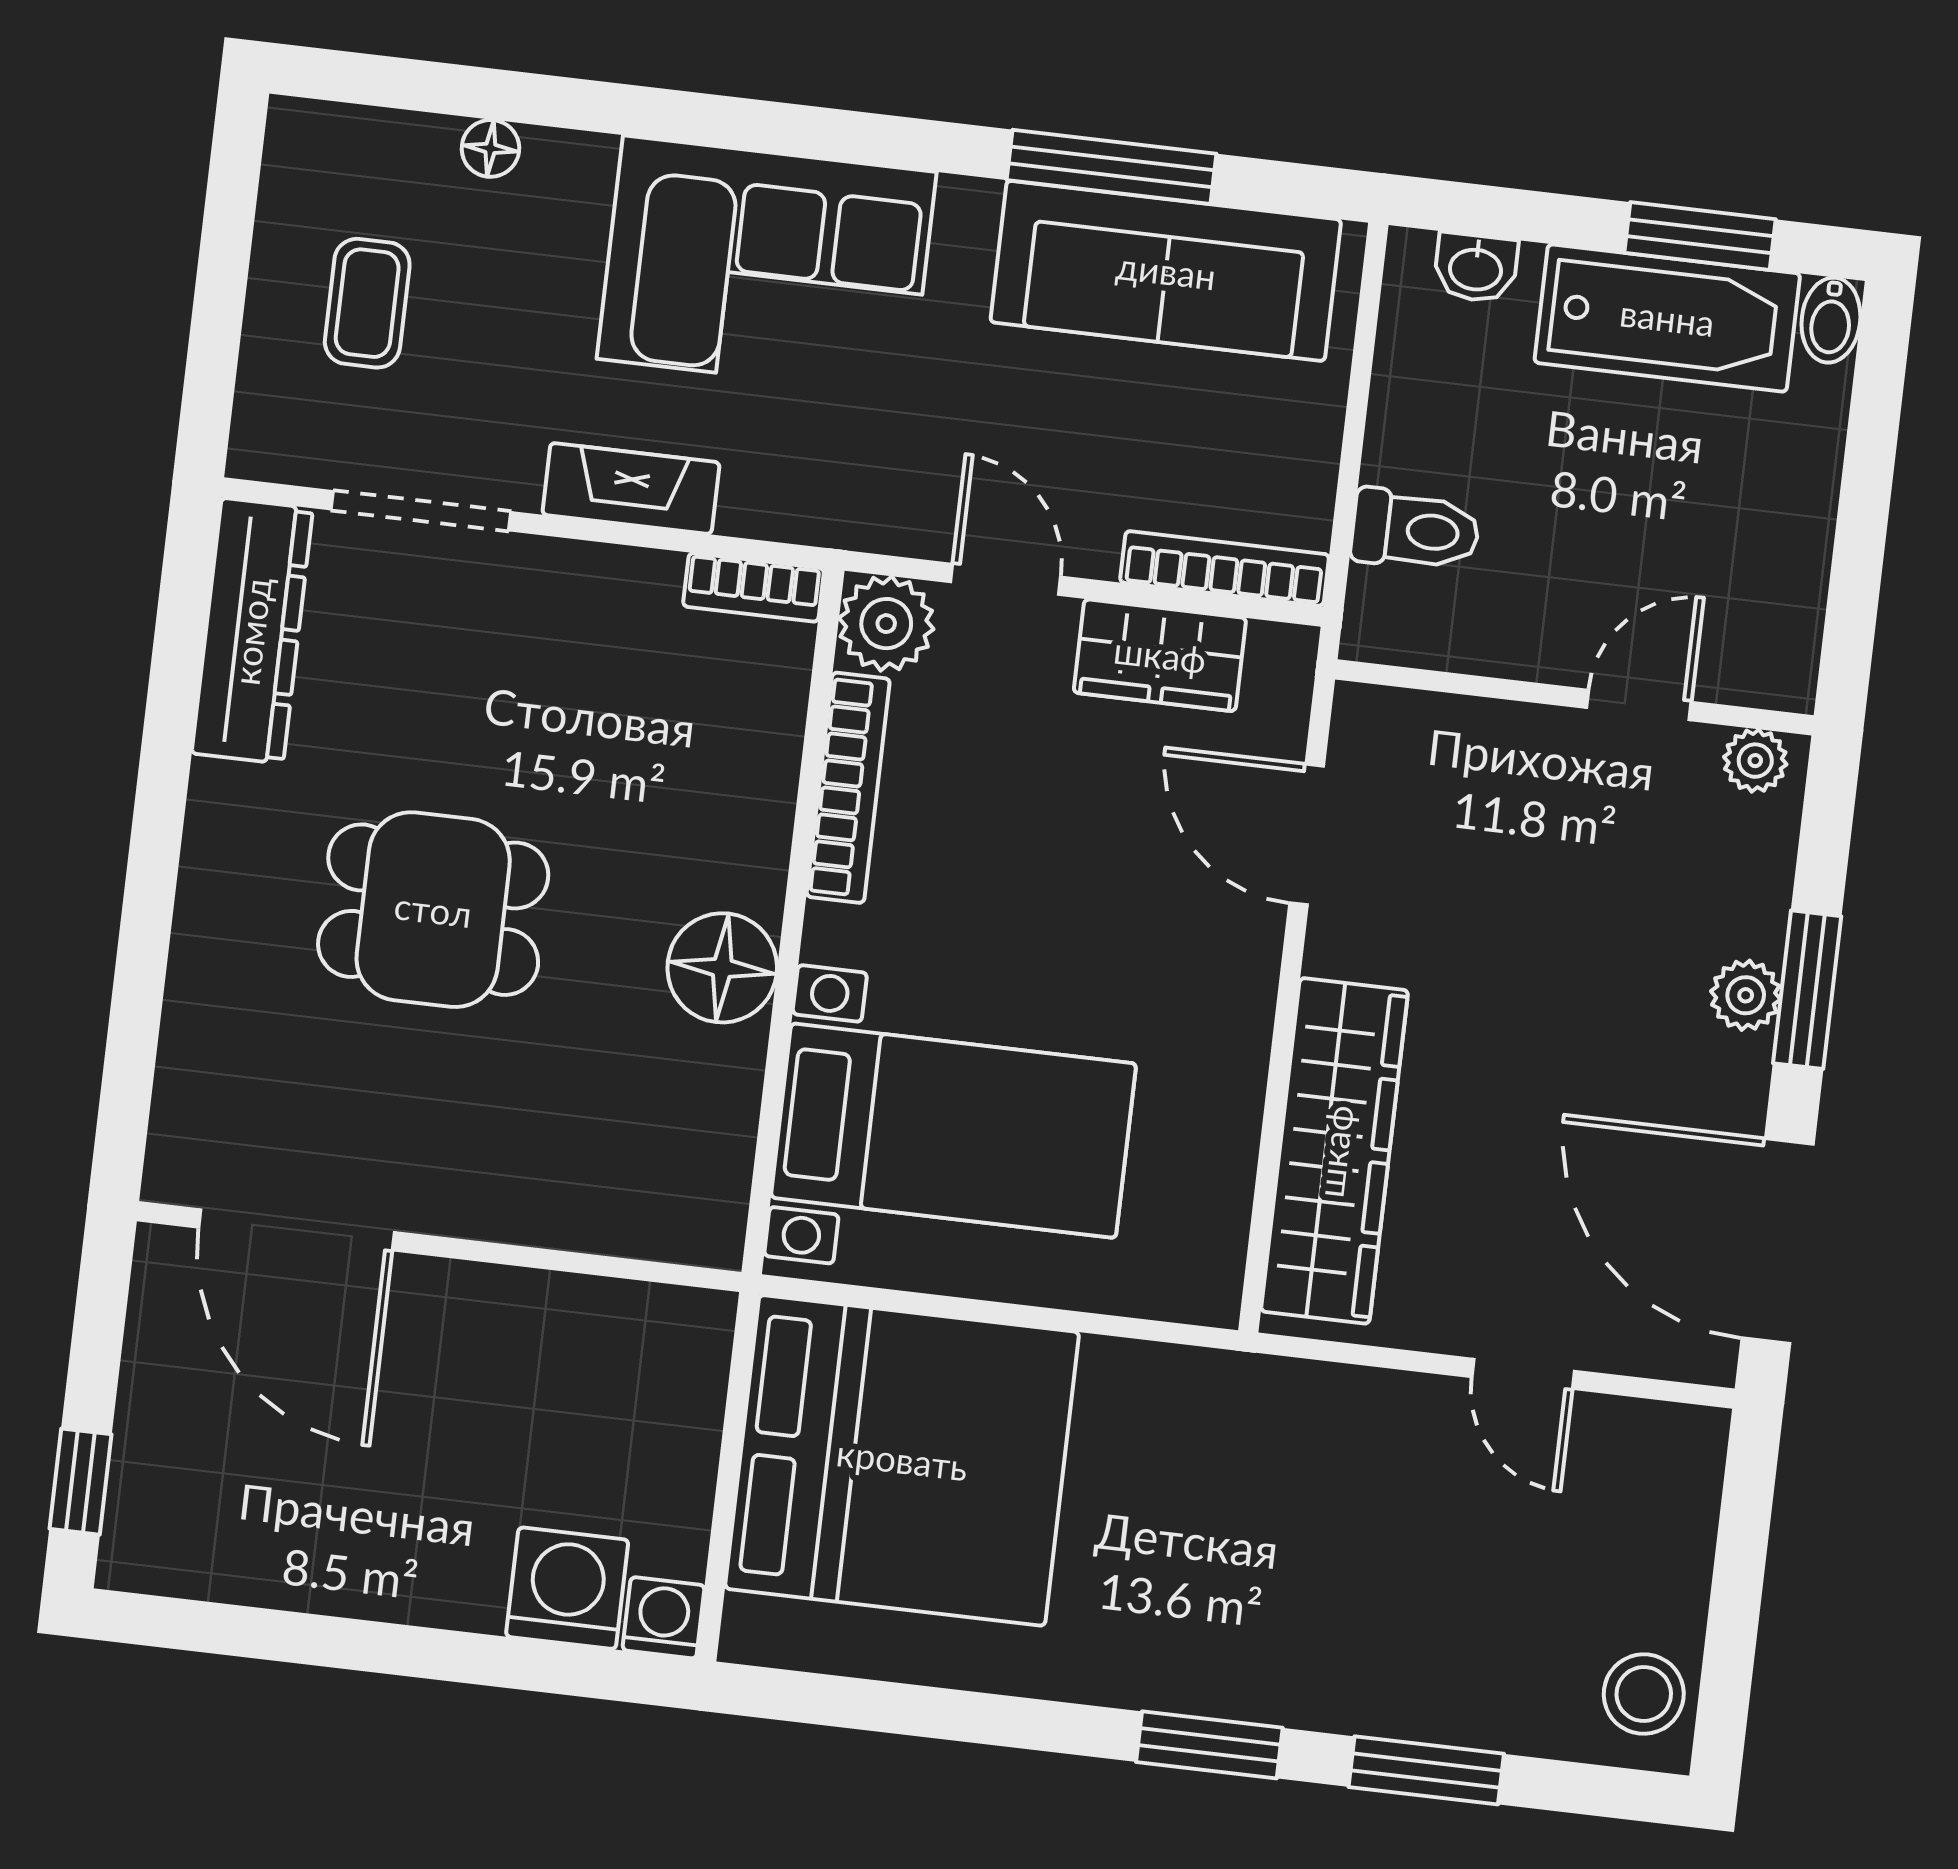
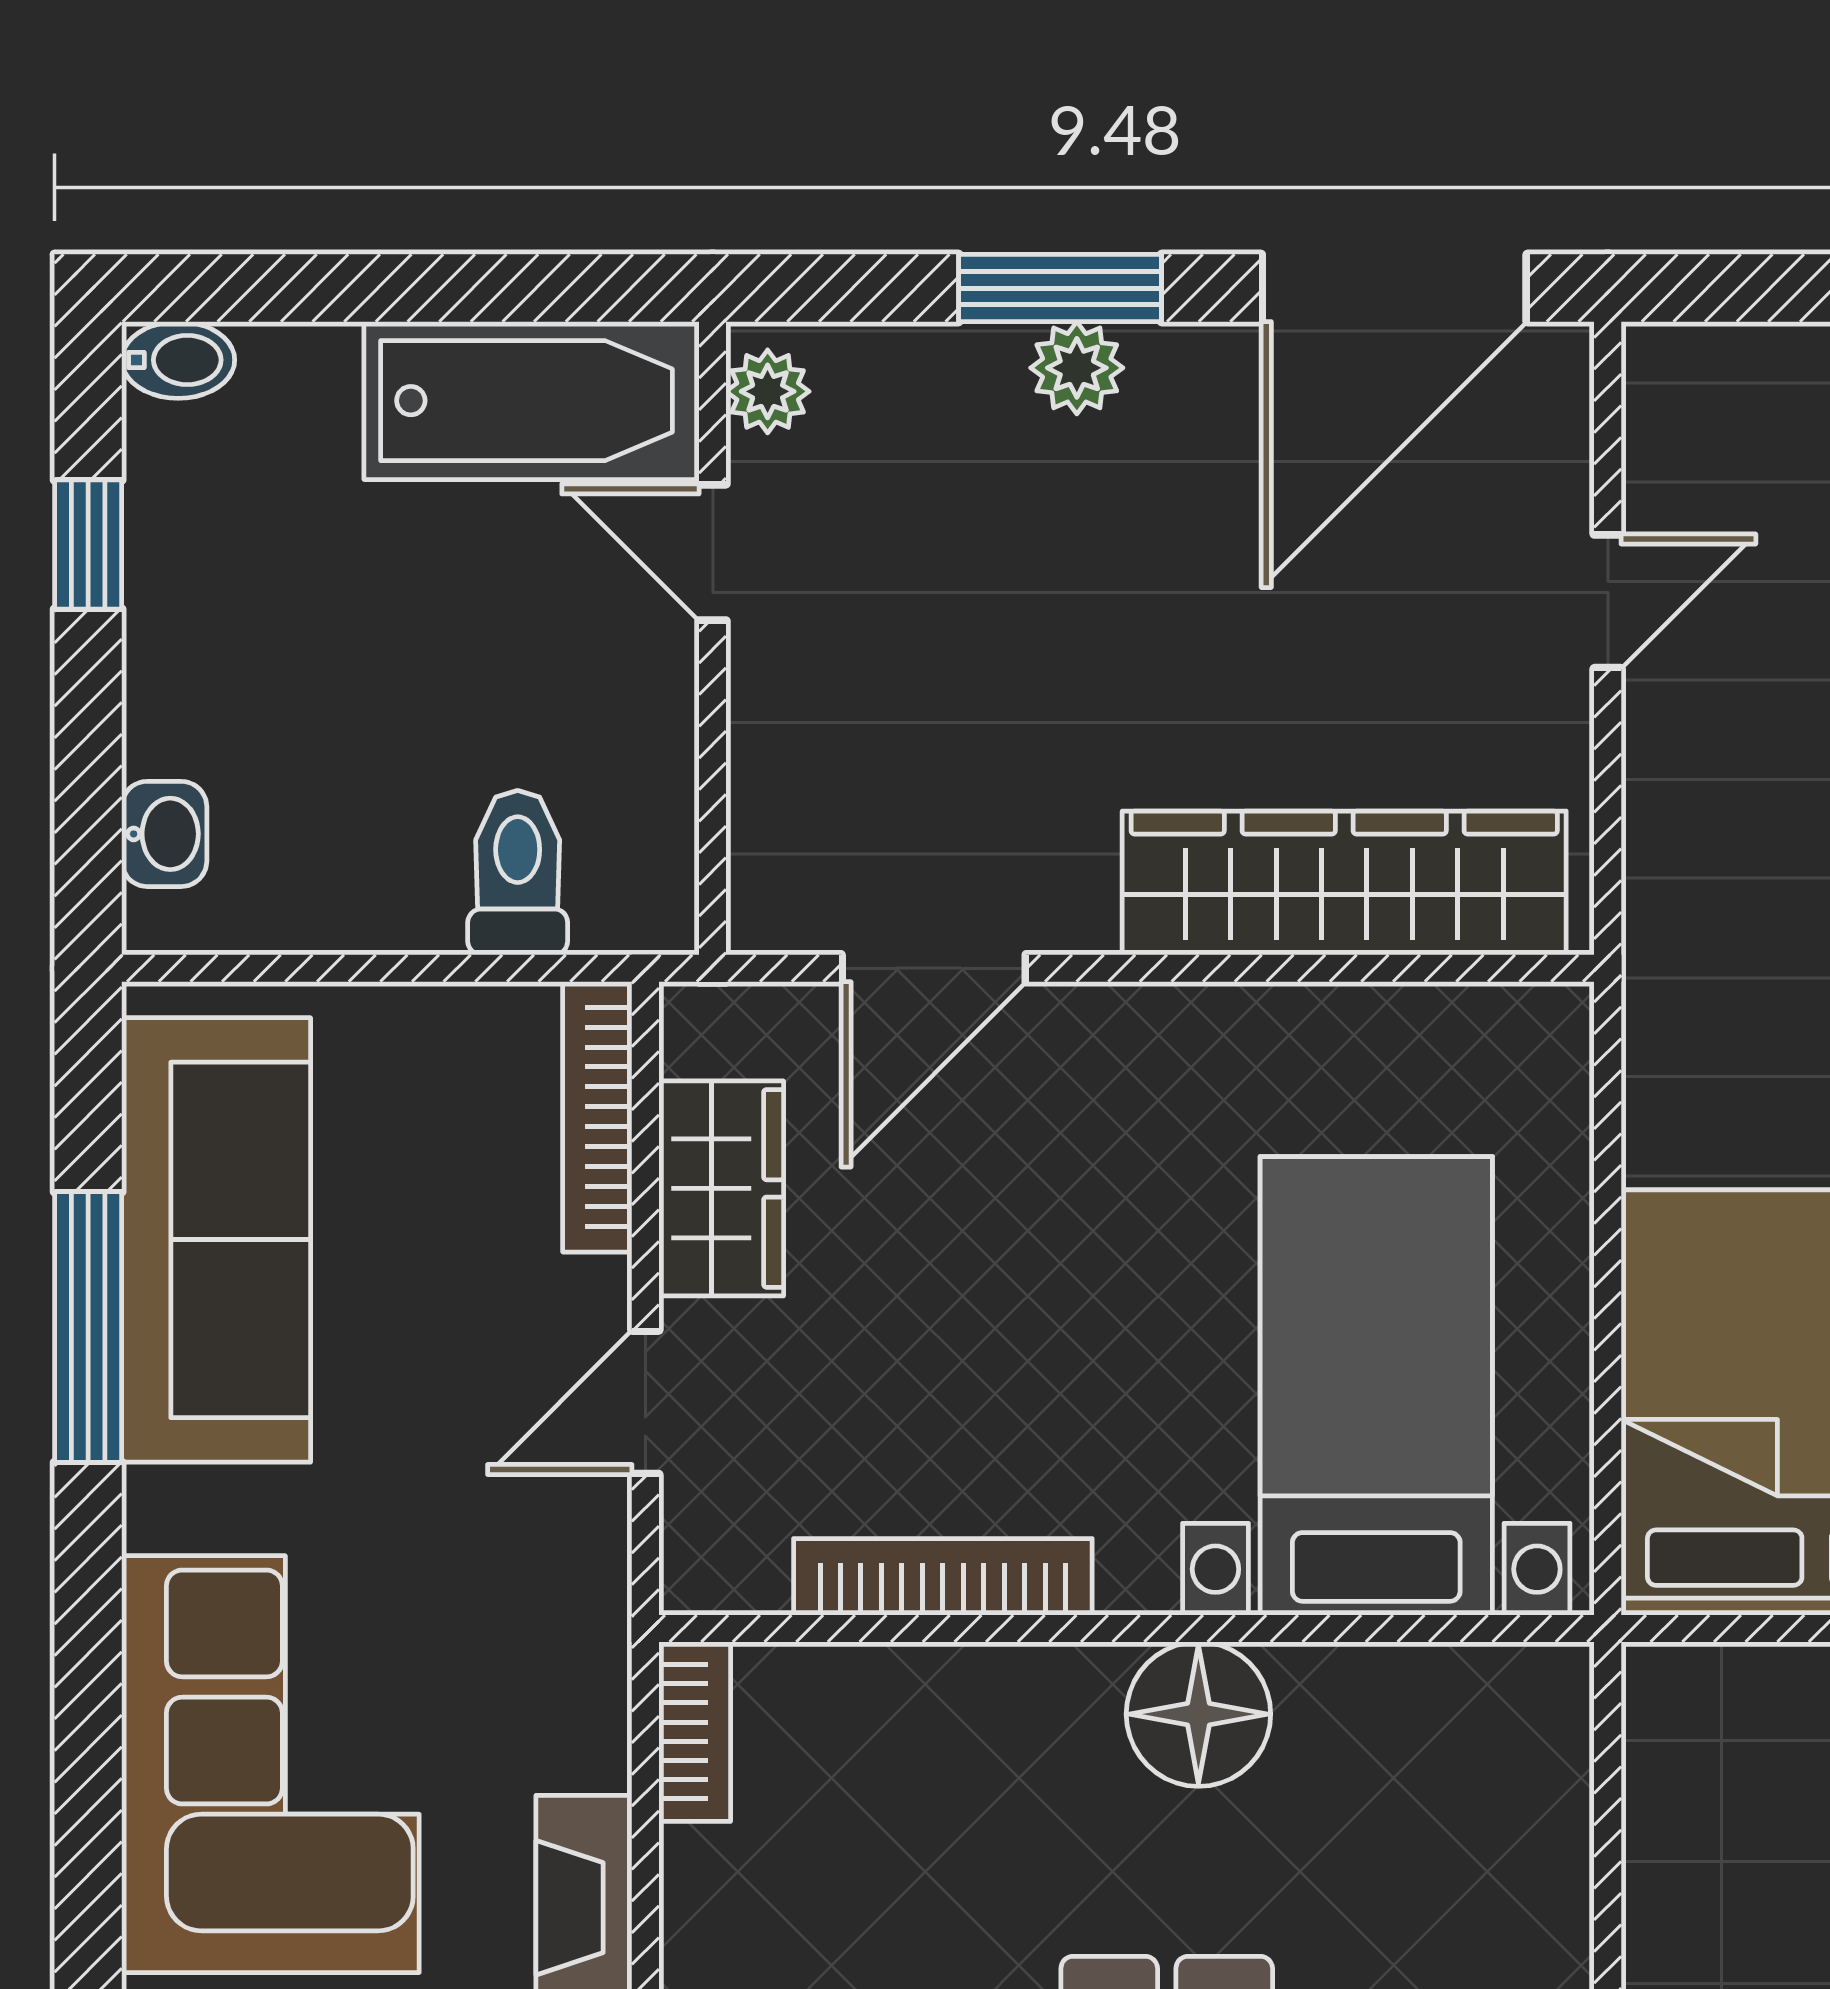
window: (1700, 236) -> (88, 545), width x0.67
bathtub: (1667, 318) -> (531, 401), moved, turned 90
plant: (886, 624) -> (722, 1552), removed

